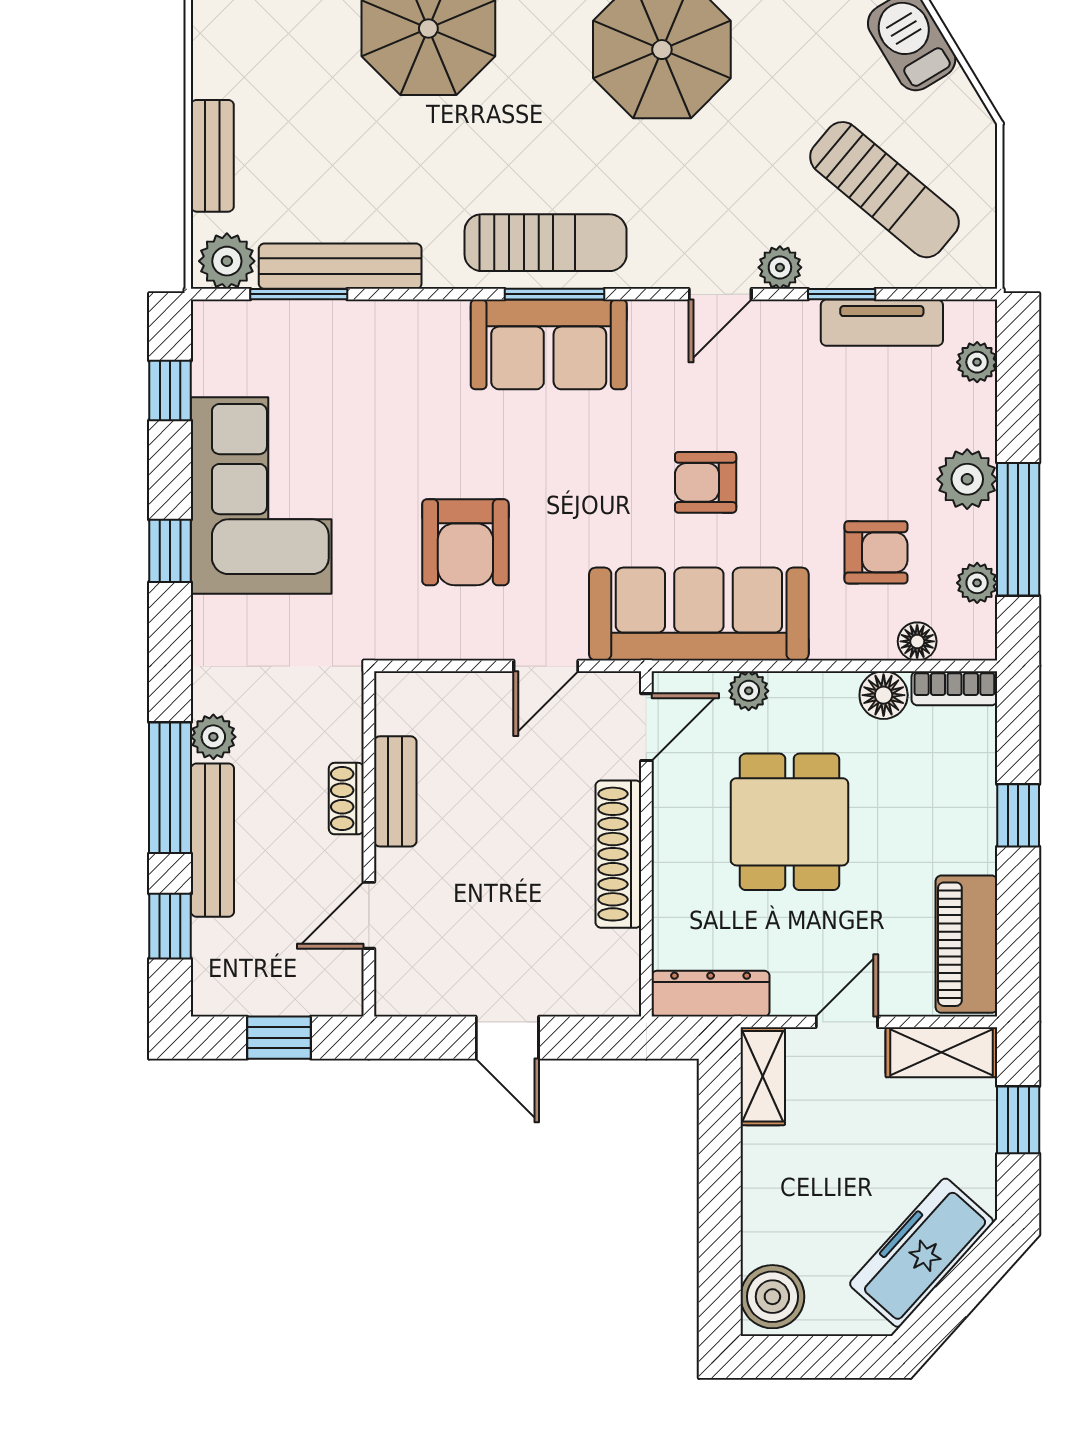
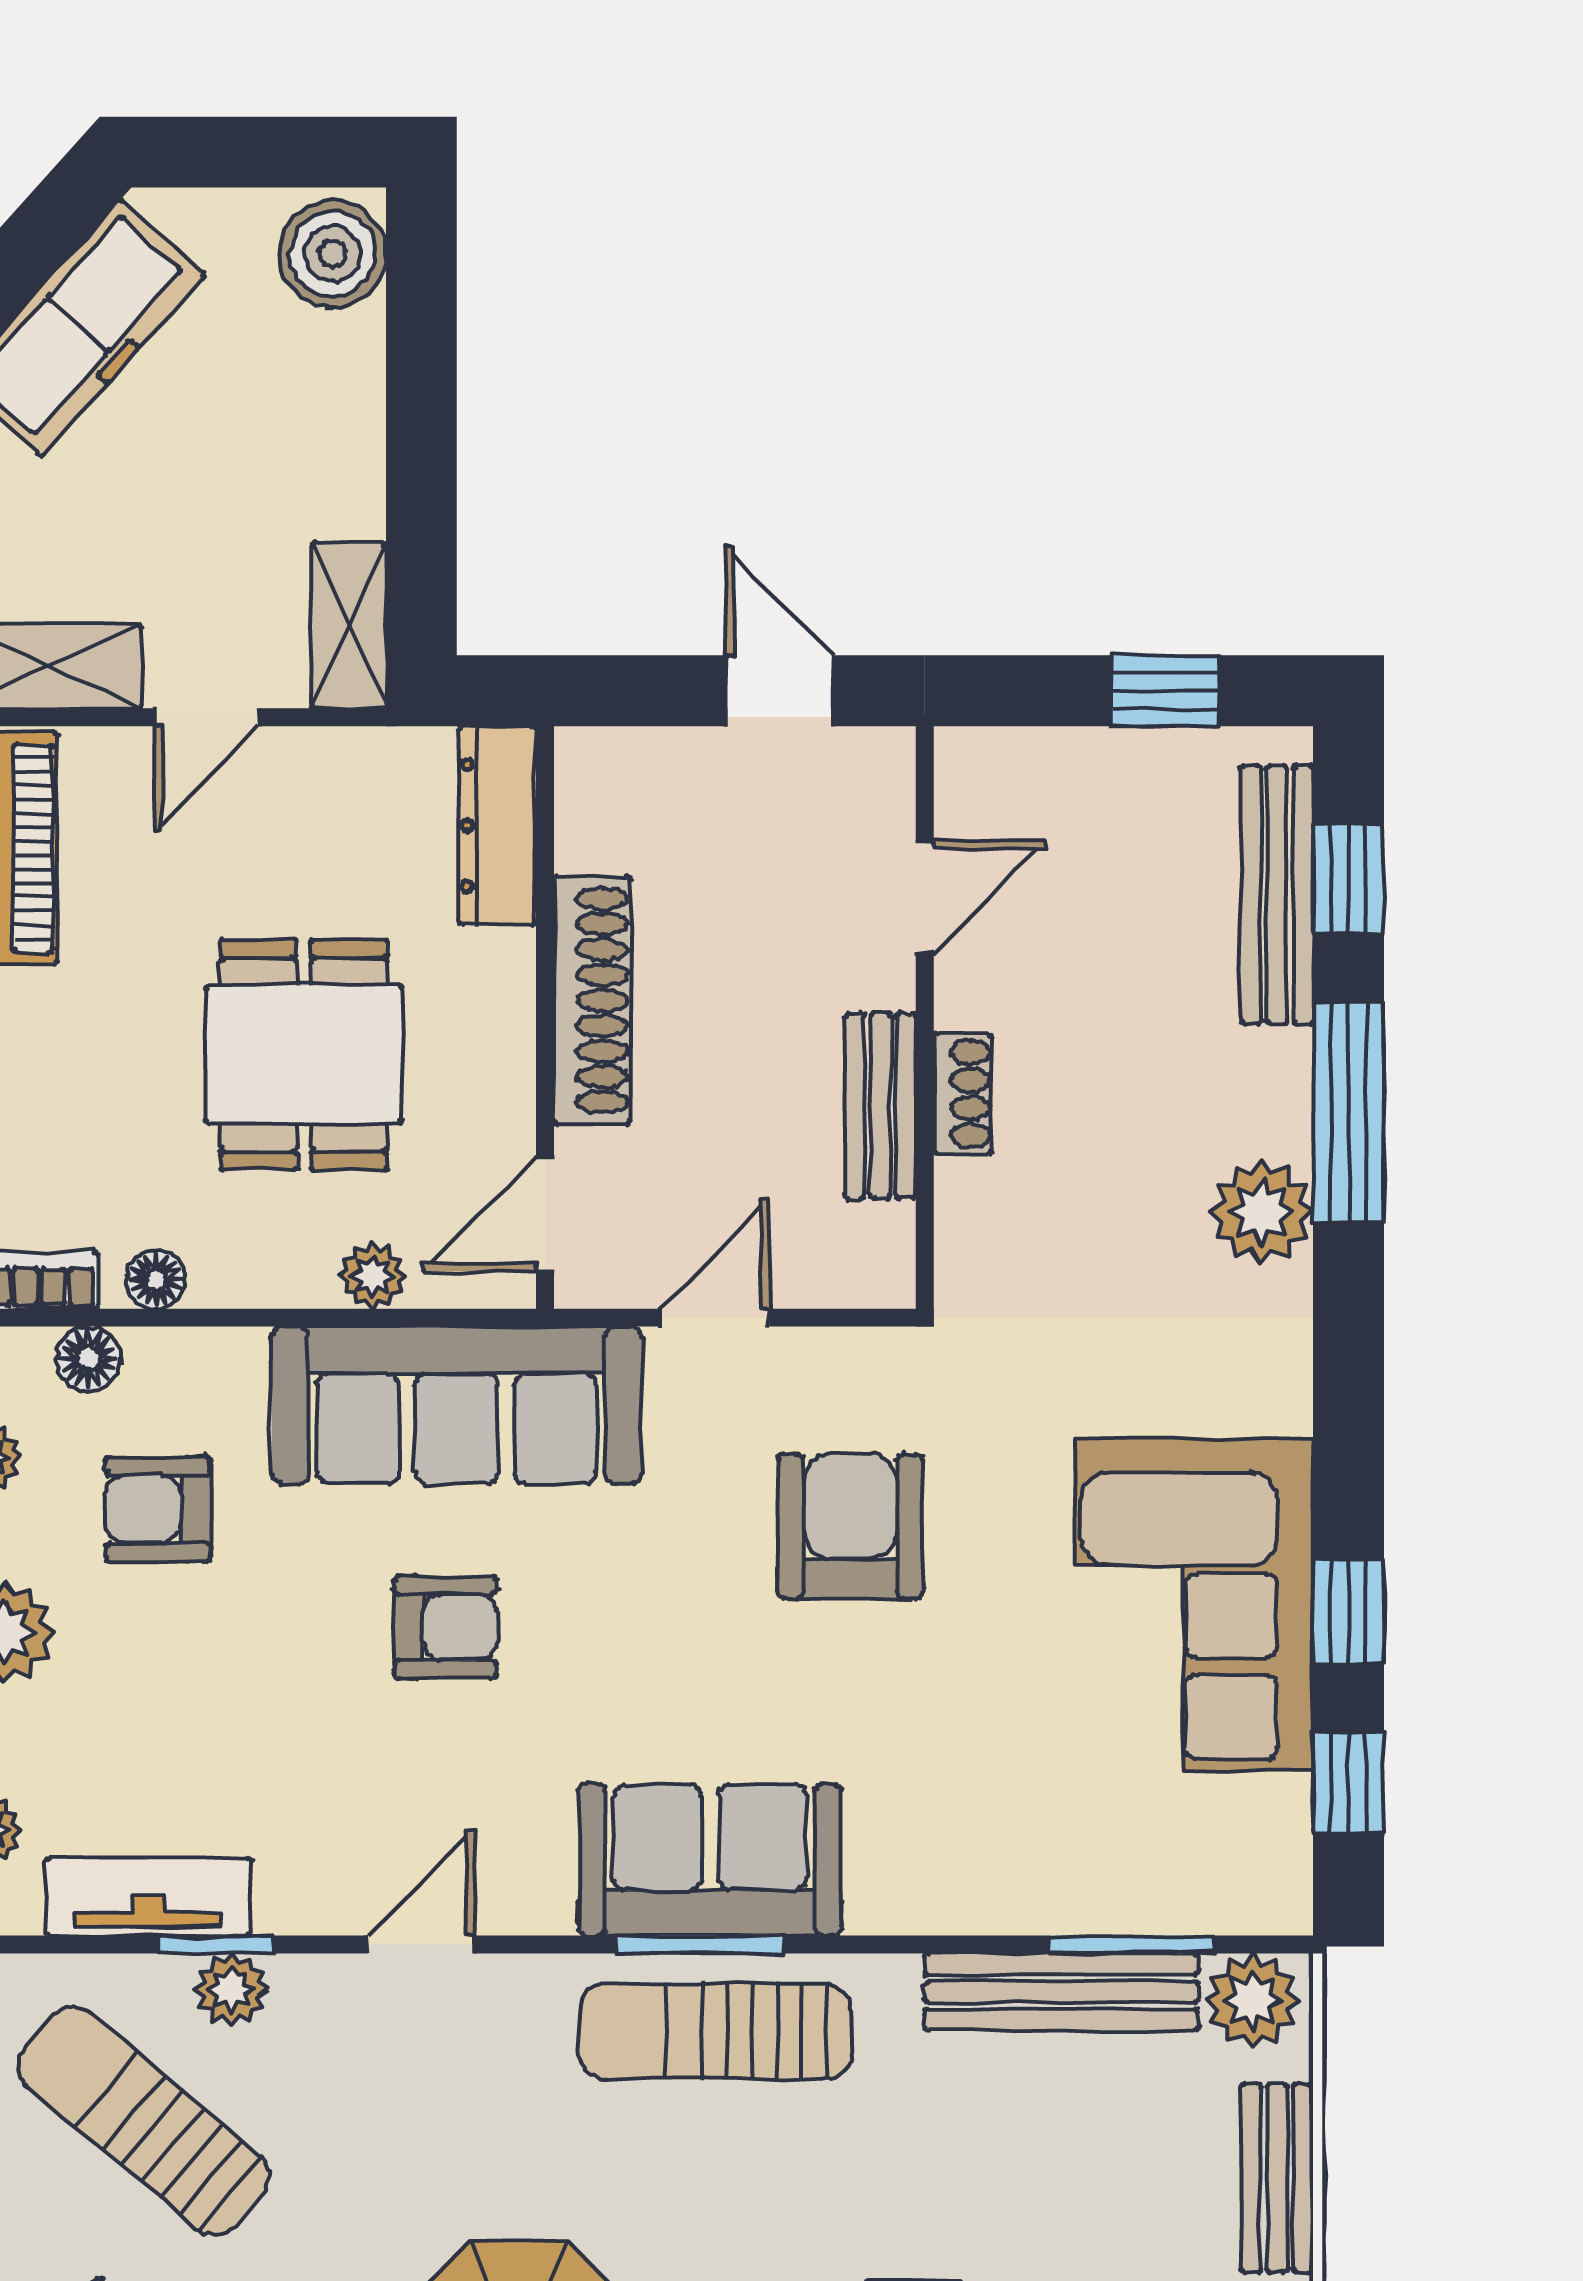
plant: (780, 267) -> (231, 1990), moved
window: (170, 551) -> (1349, 1611), moved
floor lamp: (884, 695) -> (156, 1279), width x0.73, depth x0.73
plant: (213, 737) -> (1261, 1212), width x1.38, depth x1.38
bench: (395, 791) -> (880, 1106), moved
shoe rack: (346, 799) -> (963, 1094), moved
bench: (212, 840) -> (1277, 895), moved
wall: (369, 844) -> (925, 1017), moved
door: (369, 915) -> (925, 897), moved
dresser: (711, 994) -> (497, 825), moved, turned 90

